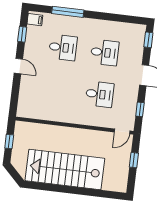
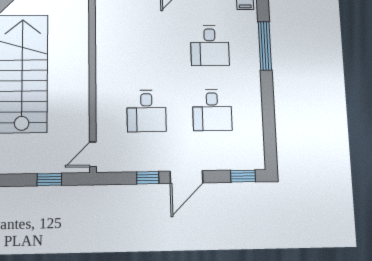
window: (140, 109) -> (148, 178), moved
door: (122, 131) -> (93, 154), hinge flipped

